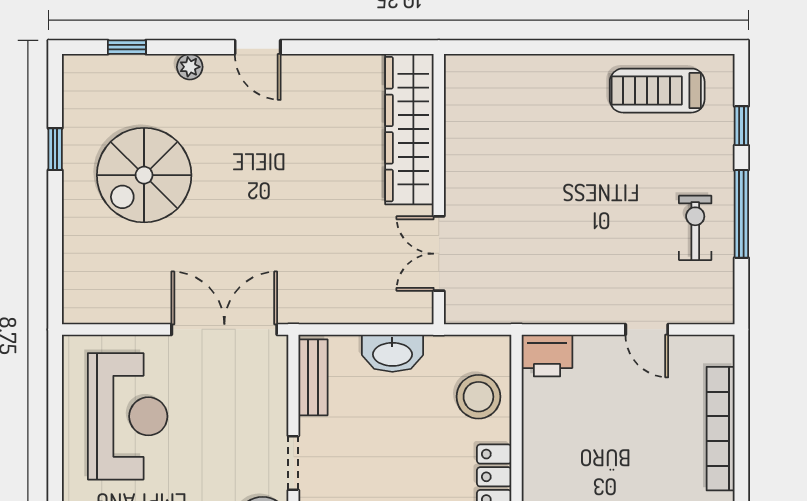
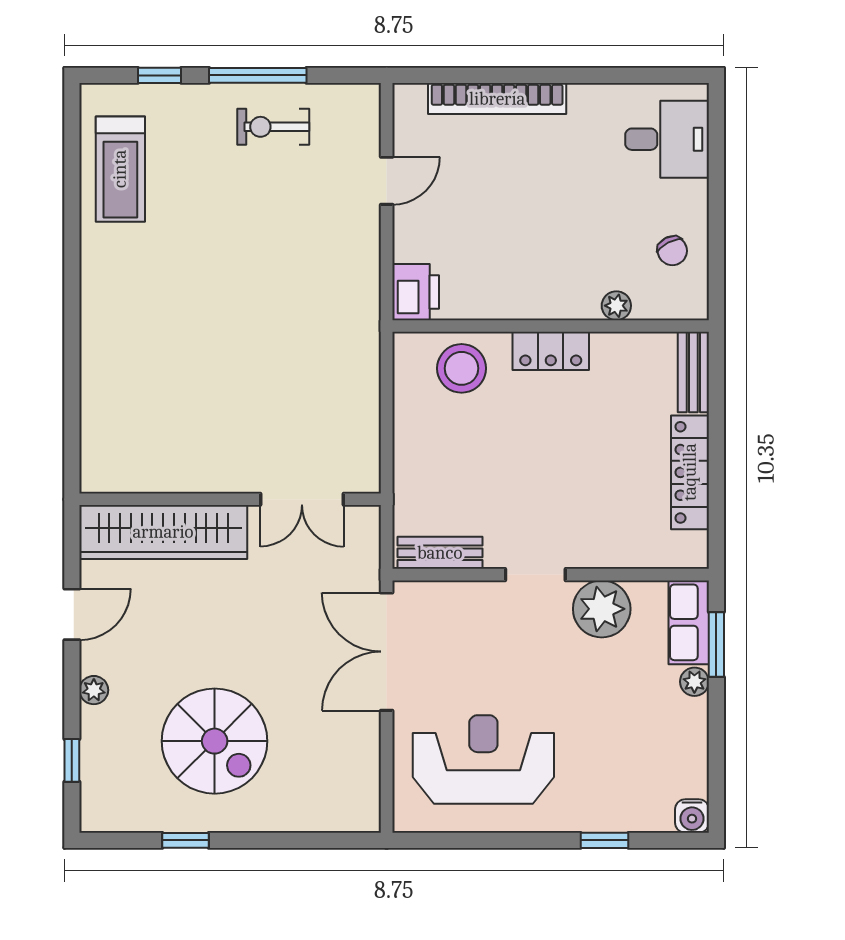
wardrobe: (409, 129) -> (163, 532), moved
wall: (439, 189) -> (230, 499), moved
double door: (439, 254) -> (302, 499), moved
washbasin: (392, 353) -> (413, 464), removed

